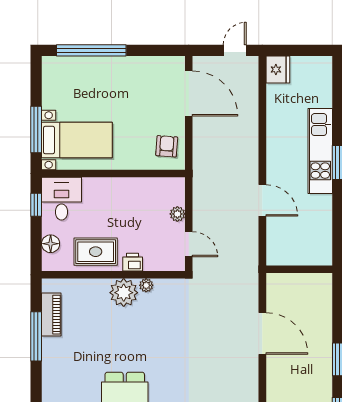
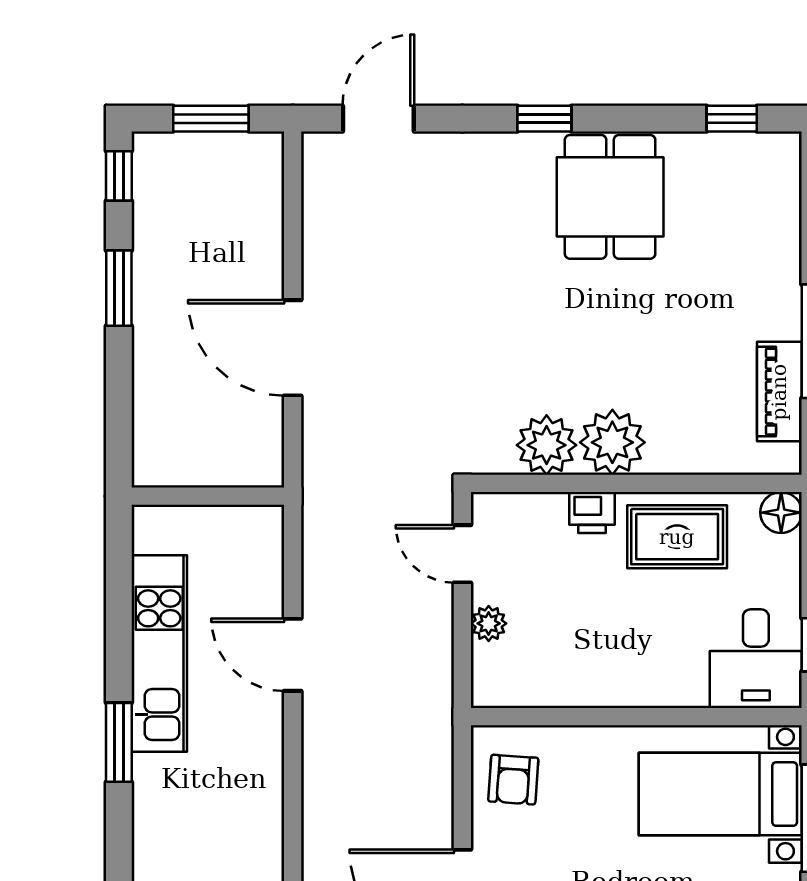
kitchen unit: (320, 151) -> (159, 654), moved
floor lamp: (51, 244) -> (781, 513), moved
plant: (146, 285) -> (547, 445), width x1.88, depth x1.88

